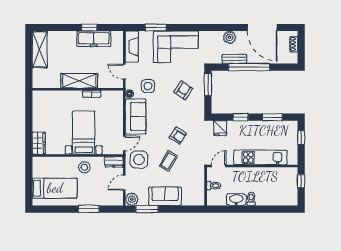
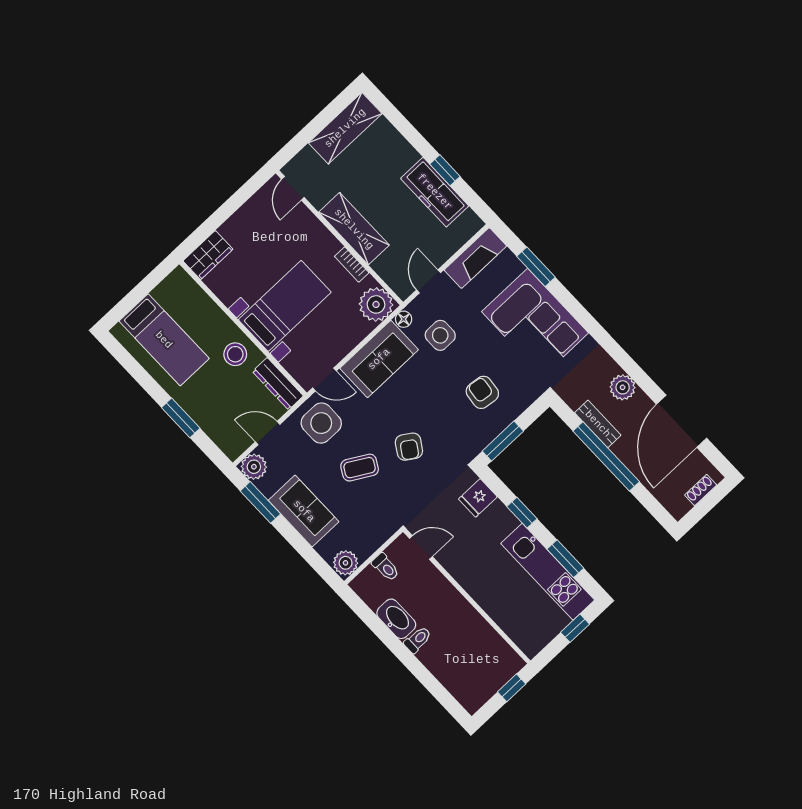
window: (208, 84) -> (503, 441), moved
door: (44, 89) -> (293, 188), added
armchair: (183, 90) -> (482, 392), turned -117
plant: (115, 99) -> (376, 304), added
kitchen unit: (260, 157) -> (548, 572), moved, turned 180
dresser: (114, 162) -> (278, 384), width x1.44
plant: (198, 199) -> (346, 563), added

